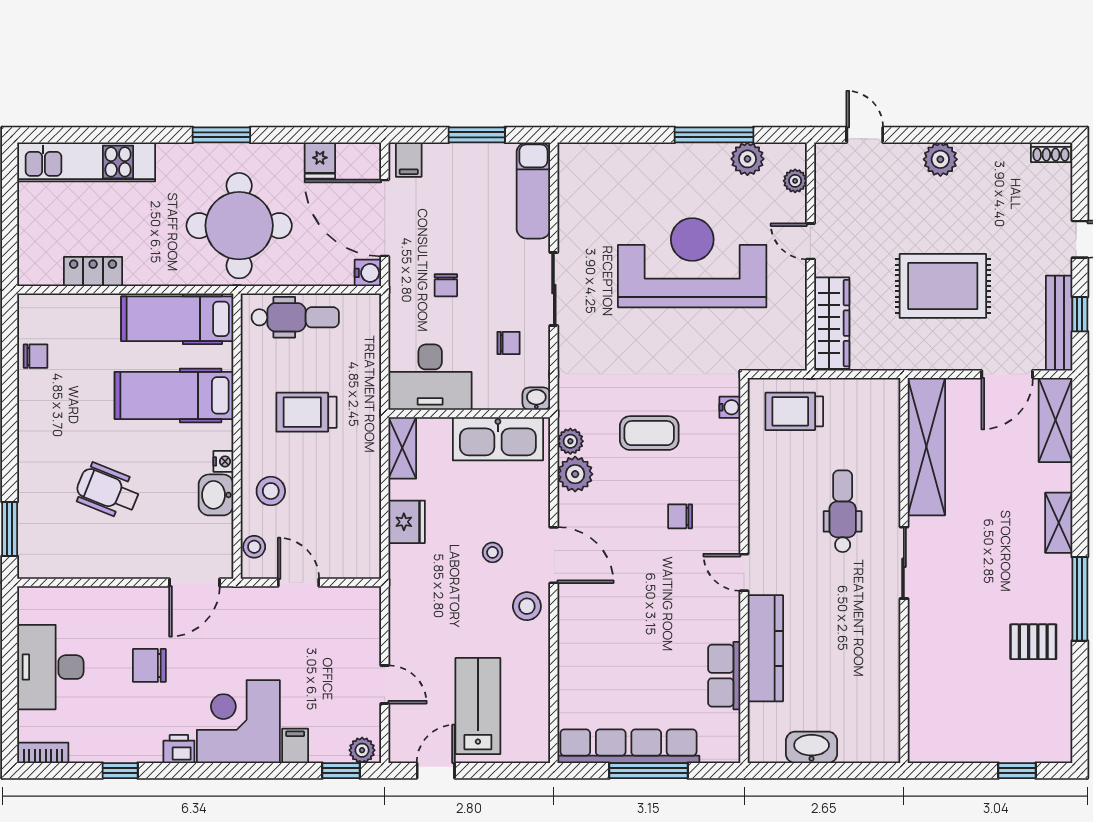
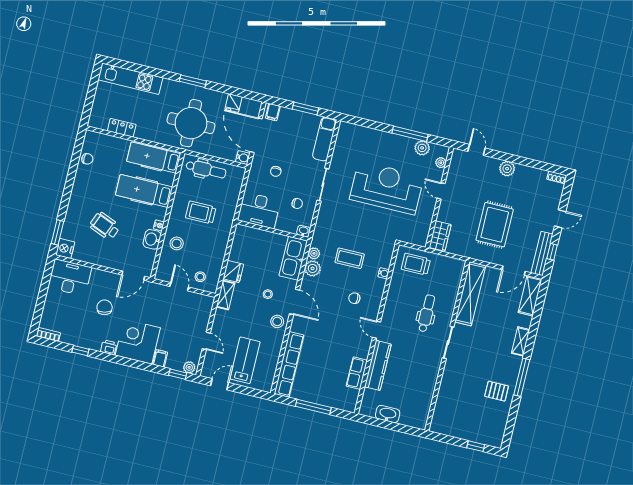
rug: (943, 286) -> (495, 225), turned 90
wardrobe: (832, 323) -> (440, 236), width x0.67
water cooler: (730, 407) -> (384, 273), moved
kitchen sink: (498, 439) -> (293, 258), moved, turned 90
shelving: (402, 448) -> (226, 295), moved
stool: (254, 547) -> (200, 277), moved
nightstand: (34, 560) -> (65, 248), added
chair: (149, 665) -> (105, 307), turned 77
desk: (50, 667) -> (70, 277), moved, turned 90
row of seats: (628, 746) -> (289, 364), moved, turned 90

